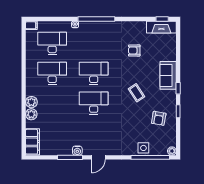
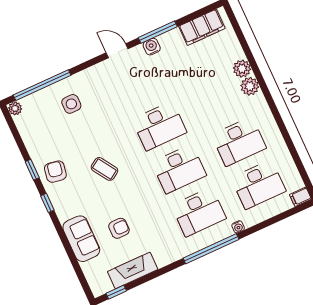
fireplace: (161, 27) -> (133, 270), moved
desk: (94, 43) -> (199, 212), added
armchair: (134, 50) -> (119, 228), moved
sofa: (168, 75) -> (81, 239), moved
armchair: (159, 118) -> (55, 172), moved
filing cabinet: (32, 142) -> (202, 27), moved, turned -90
side table: (143, 148) -> (71, 104), moved
door: (98, 157) -> (117, 51), hinge flipped

